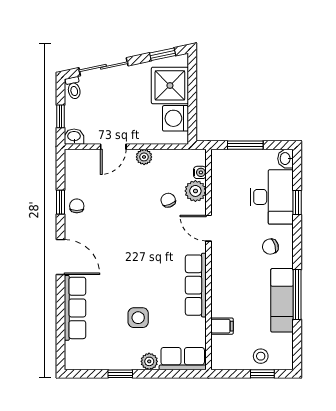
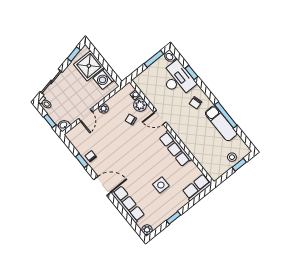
window: (245, 145) -> (154, 59), moved
filing cabinet: (222, 326) -> (203, 158), removed
plant: (149, 361) -> (147, 230), moved

